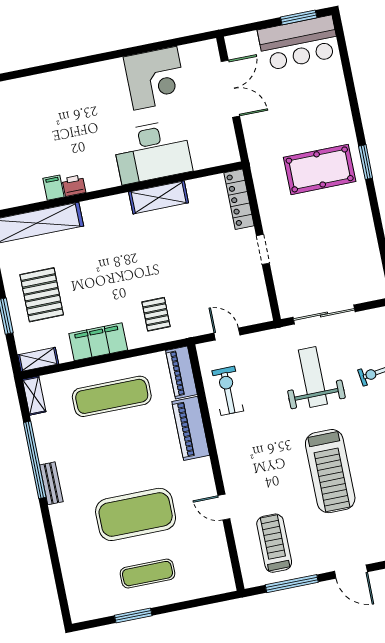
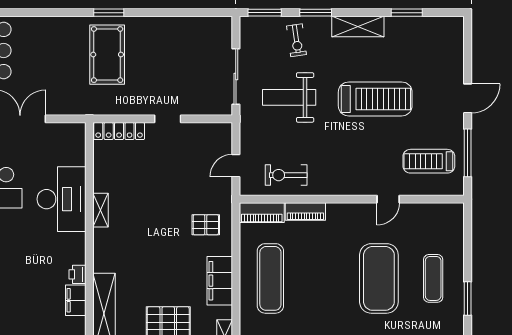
filing cabinet: (54, 188) -> (76, 300), width x2.00
shelving: (159, 197) -> (101, 210), width x0.67, depth x0.75
piano: (191, 428) -> (305, 212), width x0.73, depth x0.75

